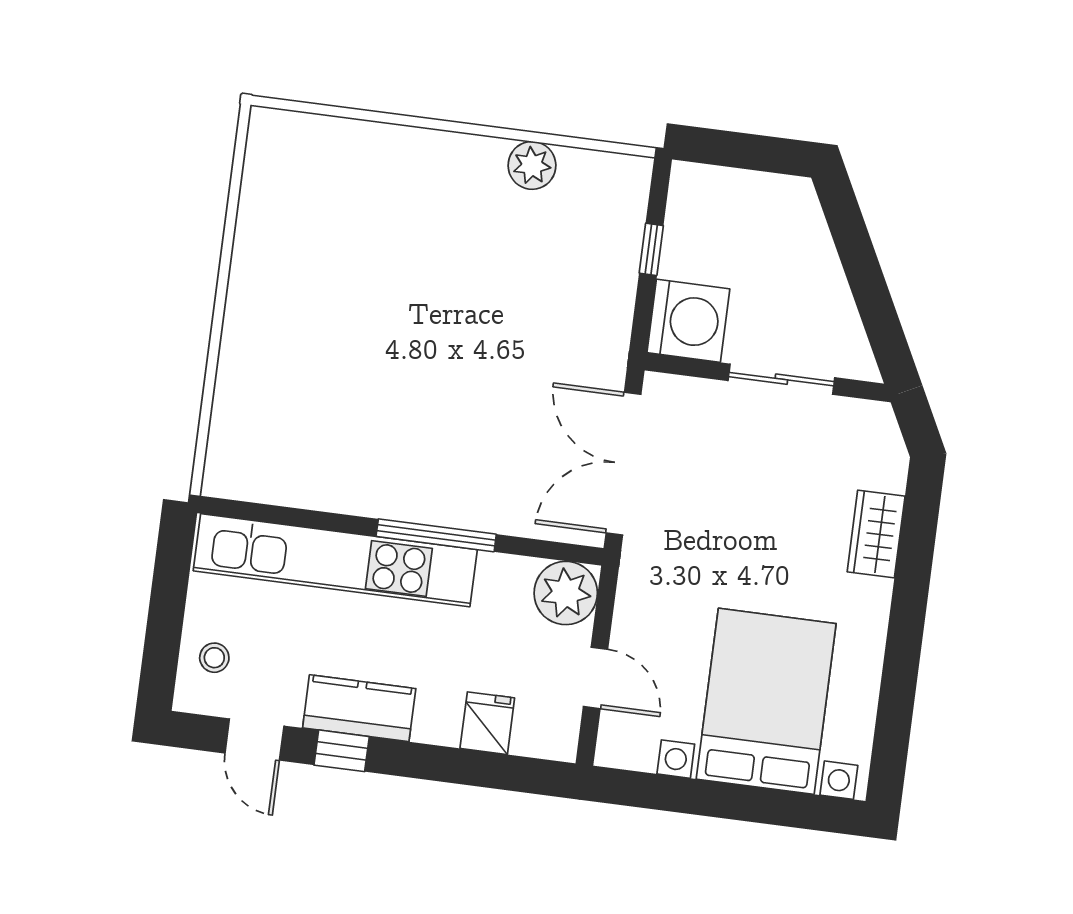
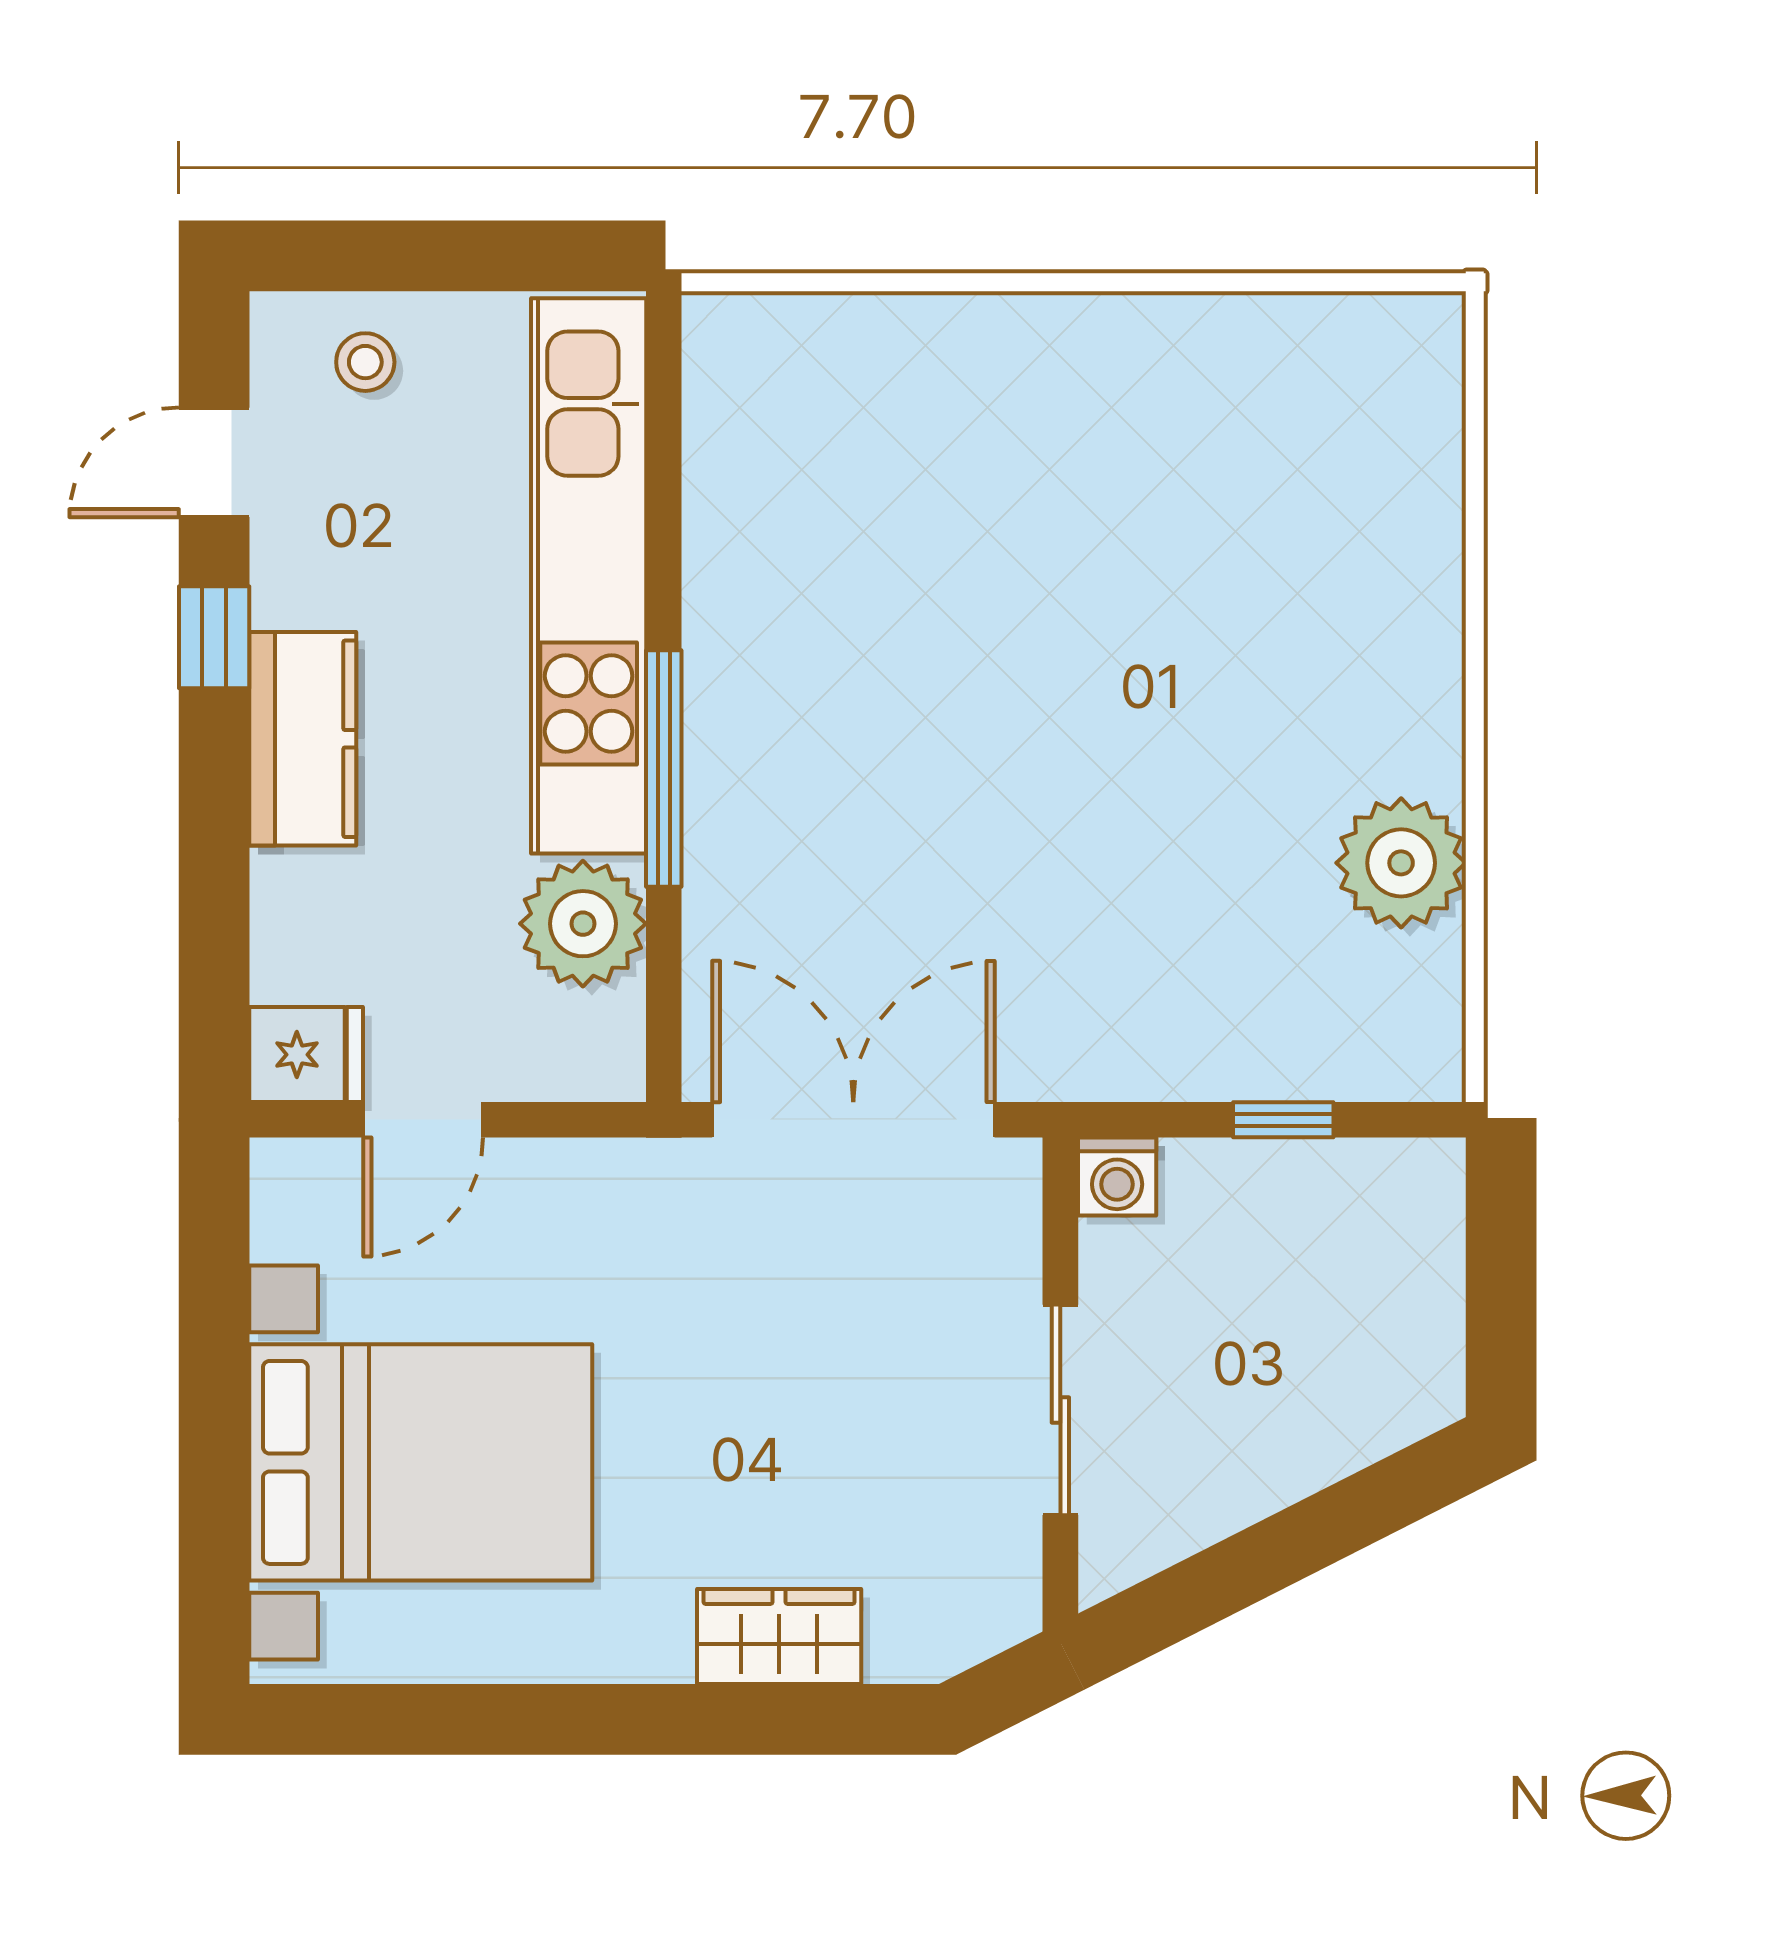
plant: (532, 165) -> (1401, 863), width x1.36, depth x1.36
washing machine: (688, 321) -> (1117, 1176), width x0.53, depth x0.53
plant: (566, 593) -> (583, 924), moved
kitchen counter: (359, 708) -> (303, 739), moved
fridge: (487, 723) -> (306, 1055), moved

